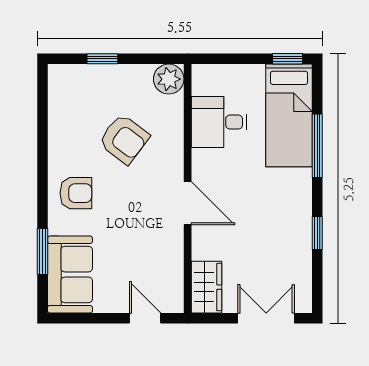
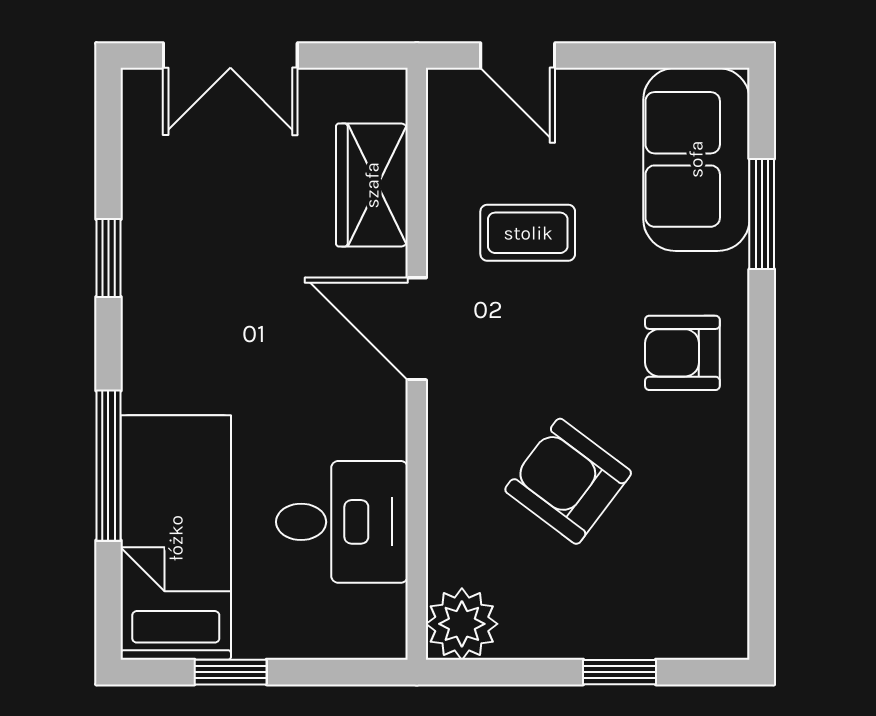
window: (288, 59) -> (231, 672), moved
coffee table: (141, 244) -> (528, 233), added
wardrobe: (207, 287) -> (372, 185), moved

